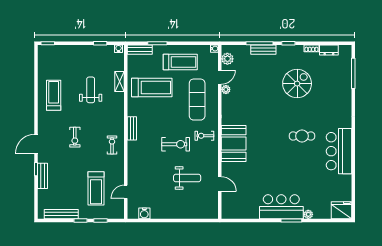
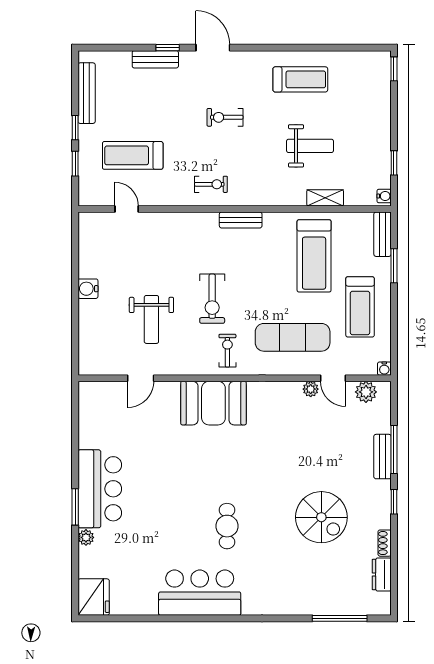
water cooler: (144, 213) -> (88, 289), moved

